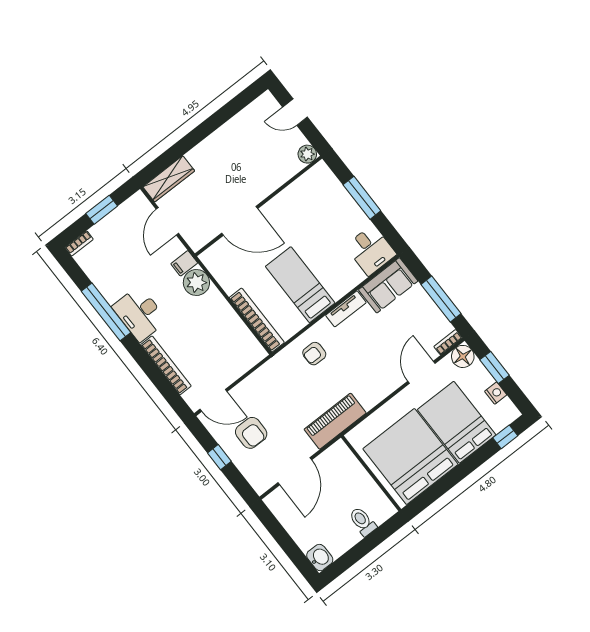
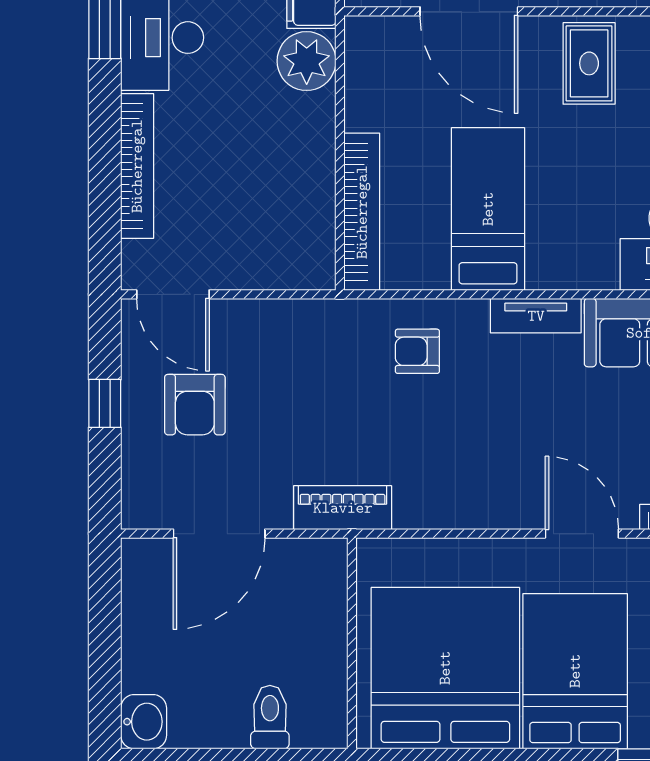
rug: (296, 206) -> (589, 63), added
door: (421, 372) -> (582, 534), hinge flipped
piano: (335, 421) -> (343, 508), width x0.73, depth x0.75

